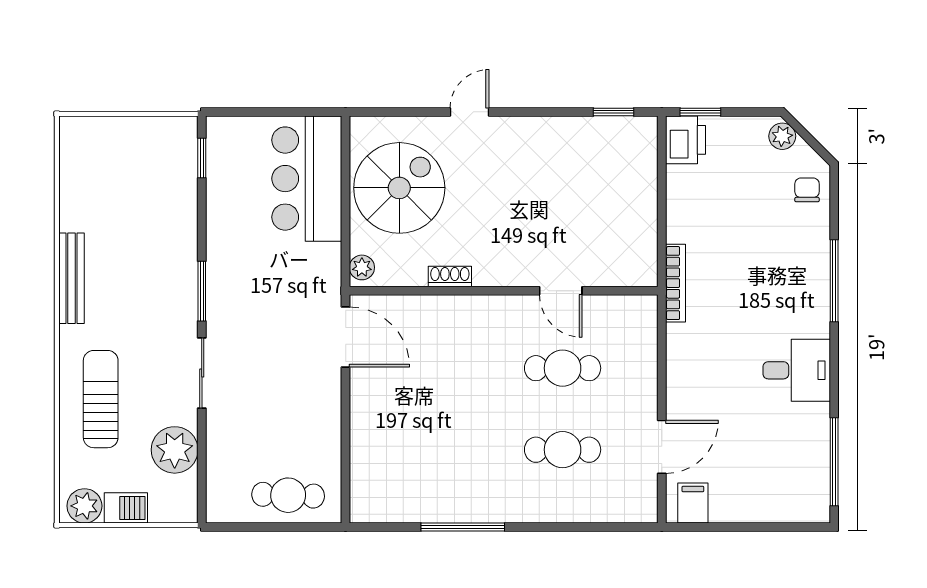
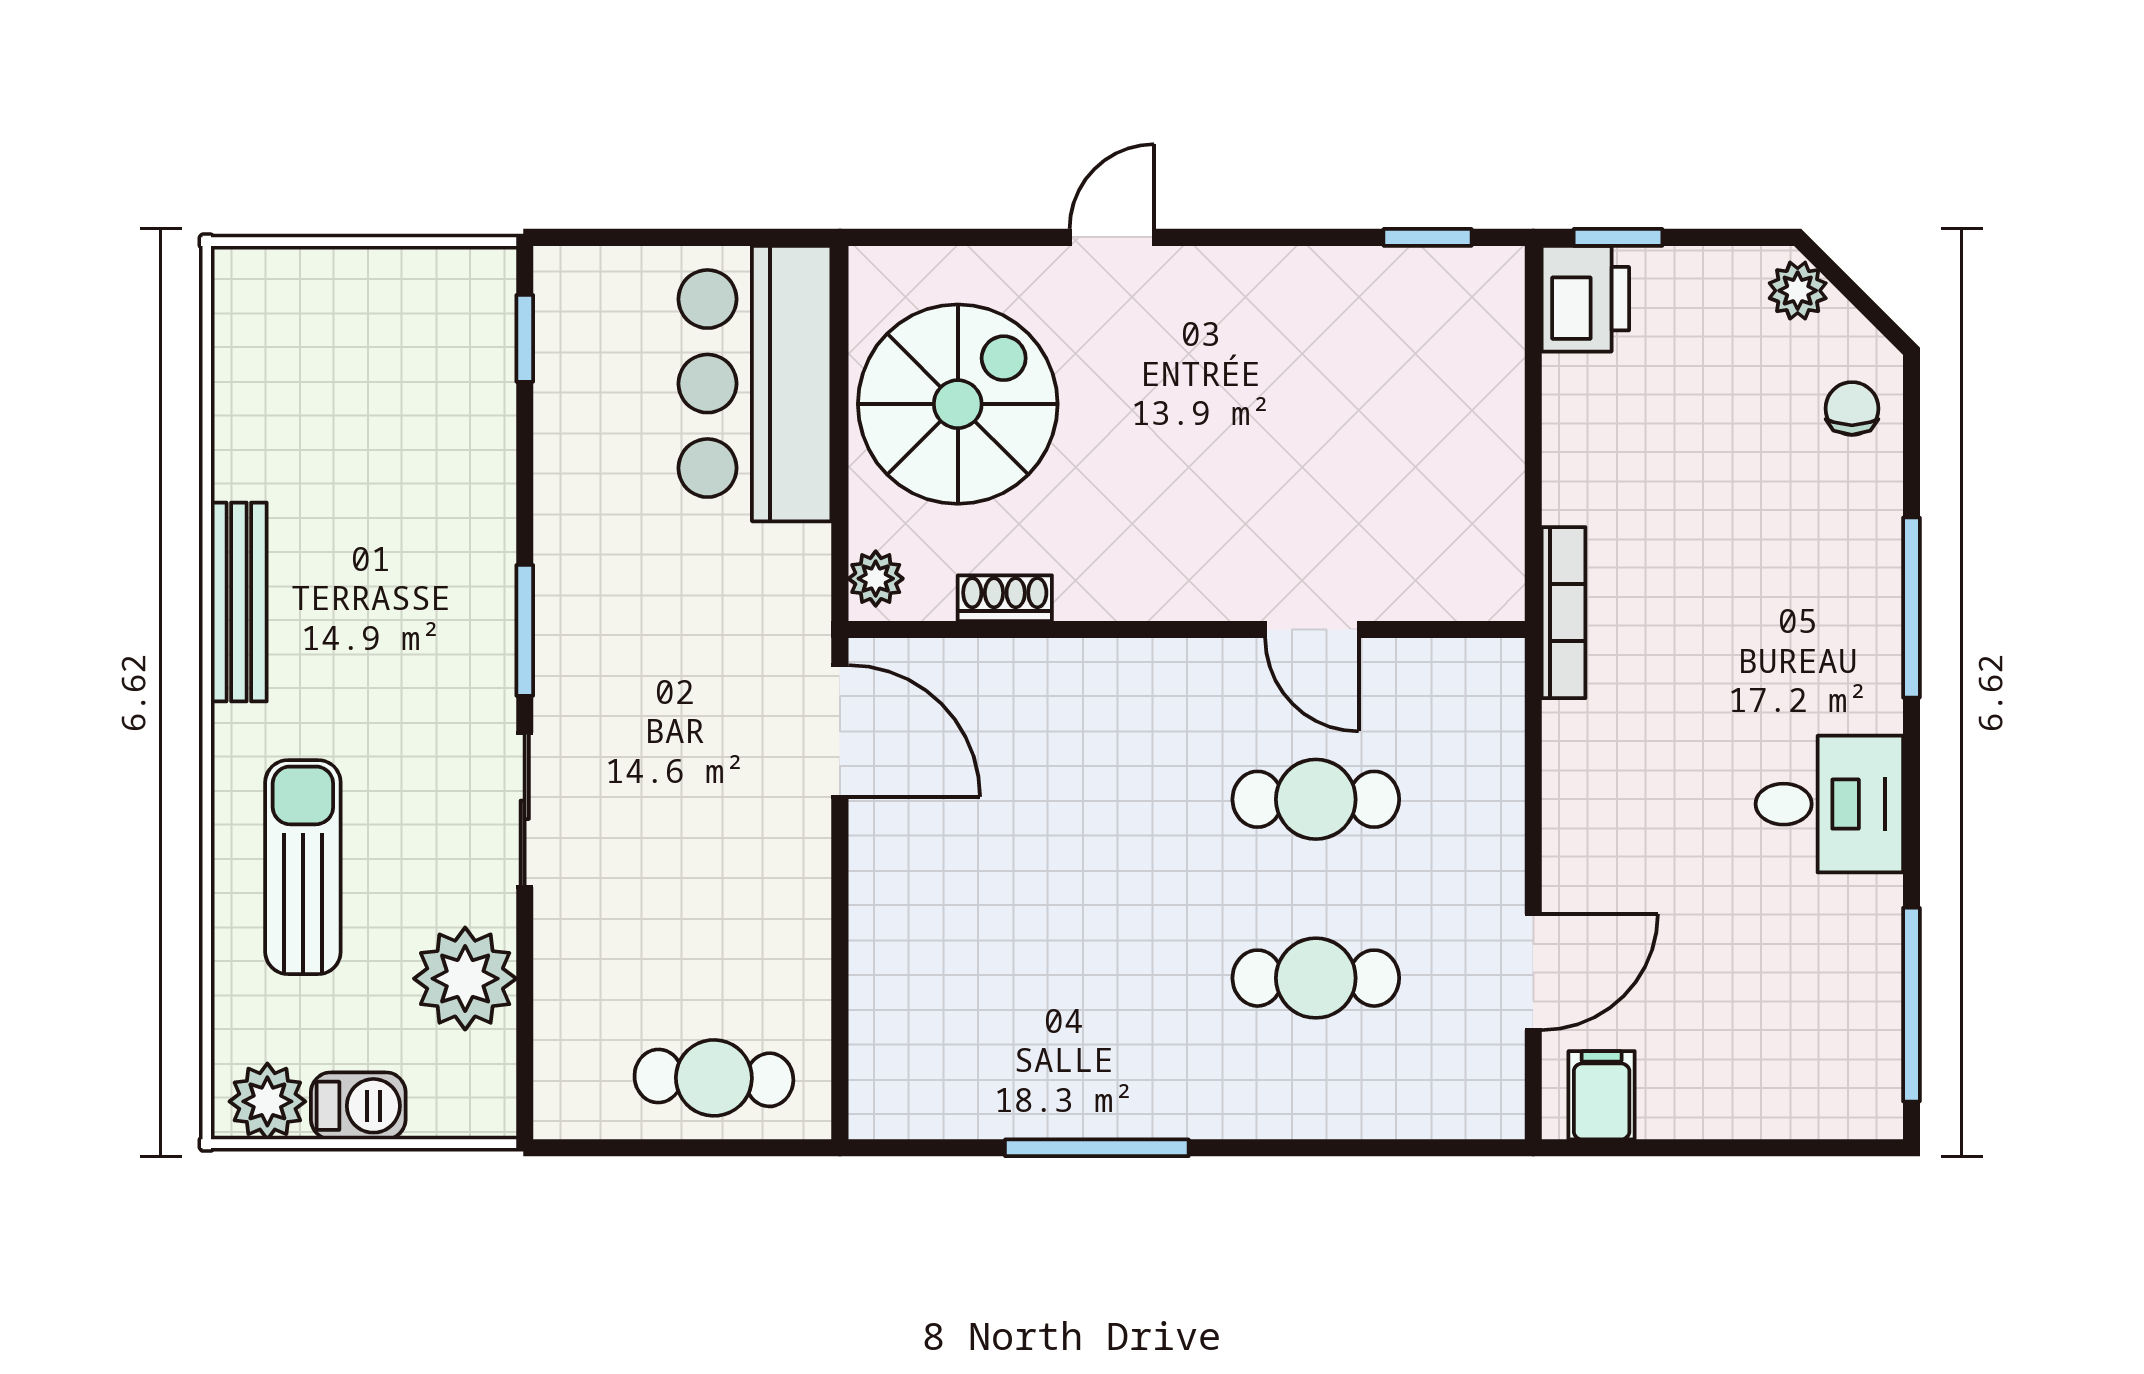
shoe rack: (450, 276) -> (1005, 598), moved

